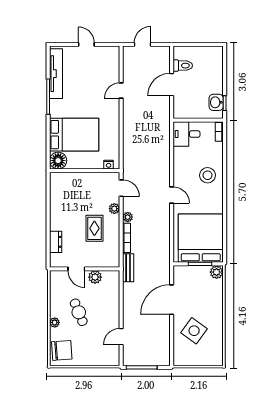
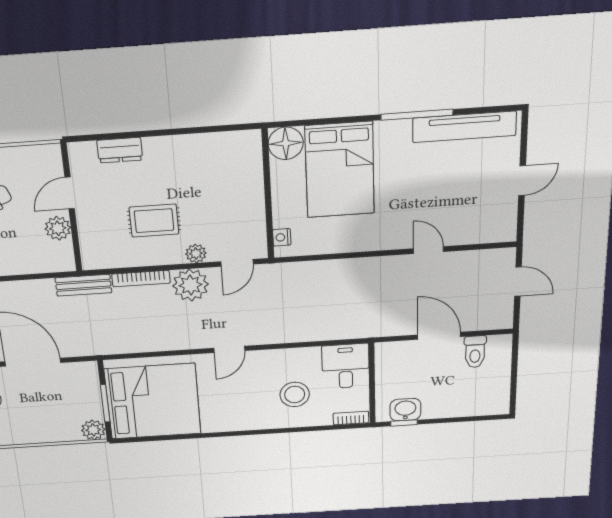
stool: (208, 175) -> (295, 394), moved
plant: (128, 217) -> (190, 285), width x1.88, depth x1.88

